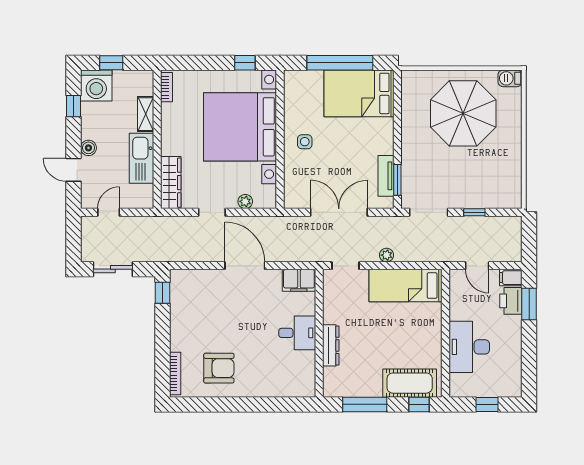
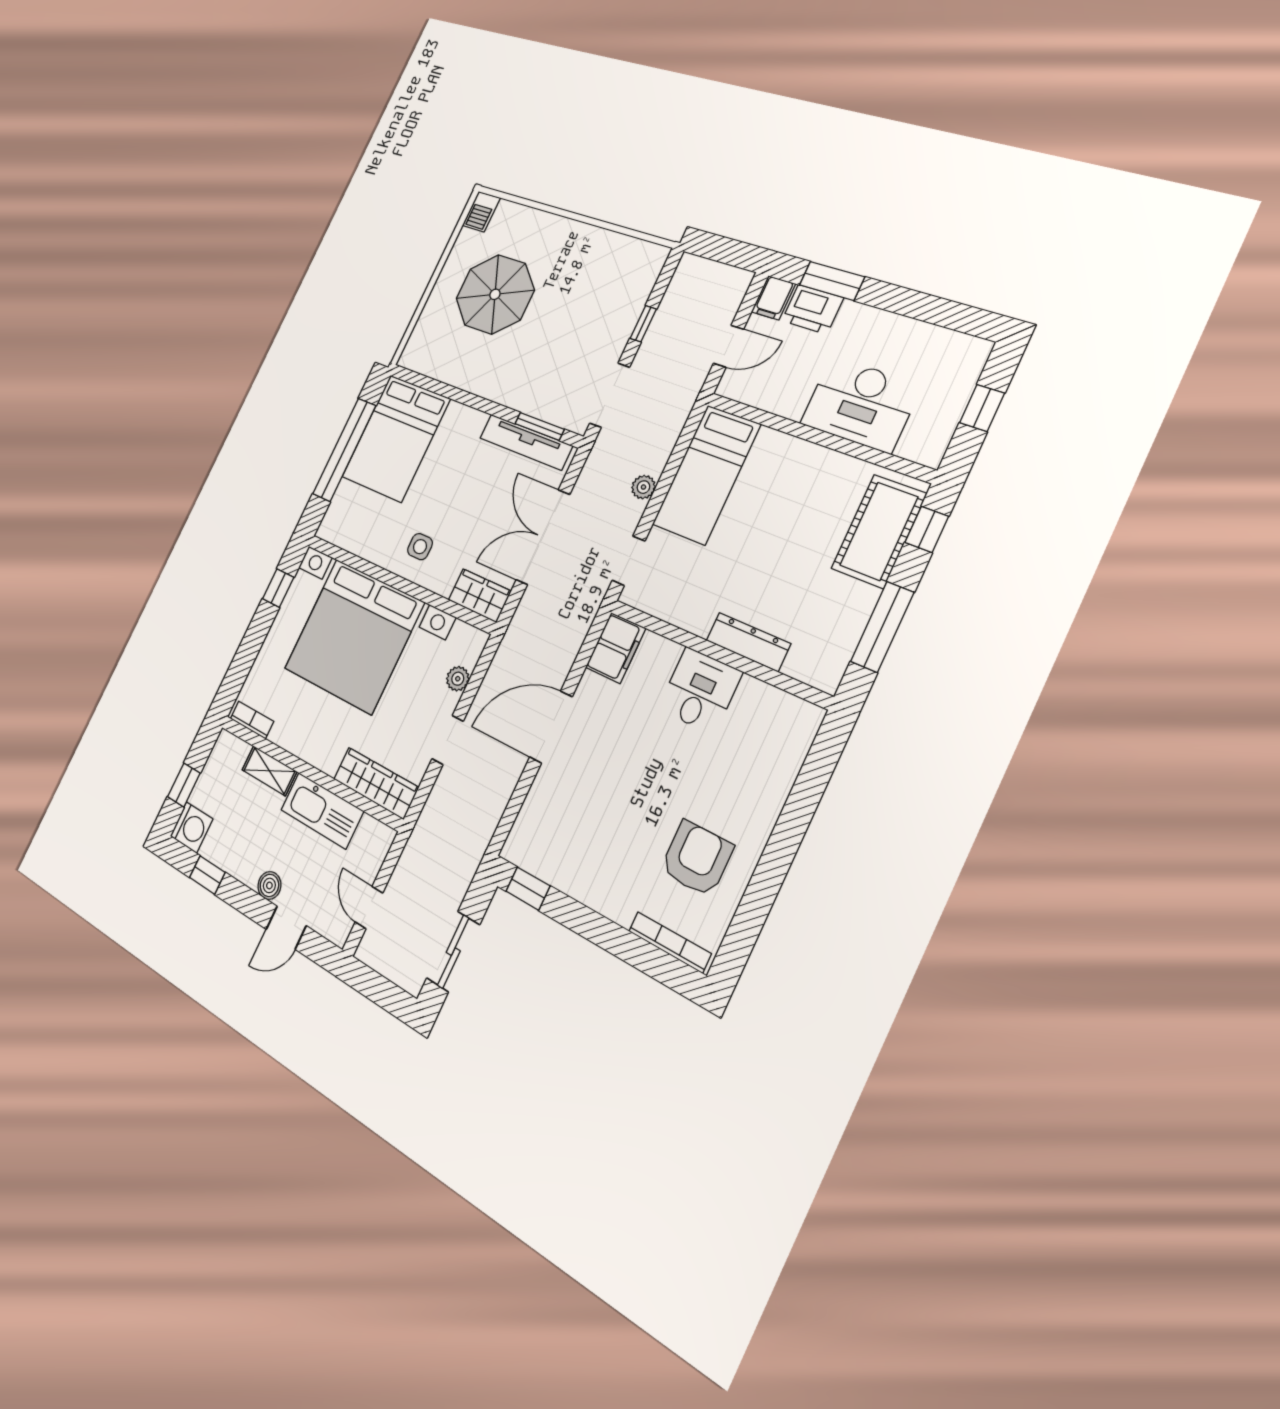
washing machine: (96, 85) -> (192, 828), width x0.73, depth x0.73
parasol: (463, 113) -> (495, 294), width x0.73, depth x0.73
tv unit: (386, 176) -> (526, 442), width x1.41
wardrobe: (293, 191) -> (480, 595), added

